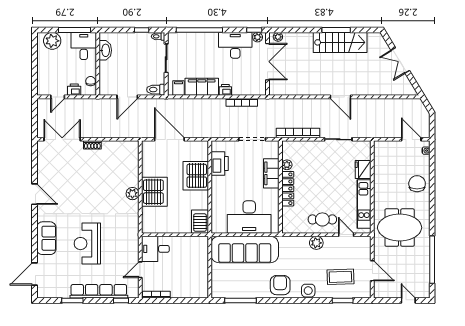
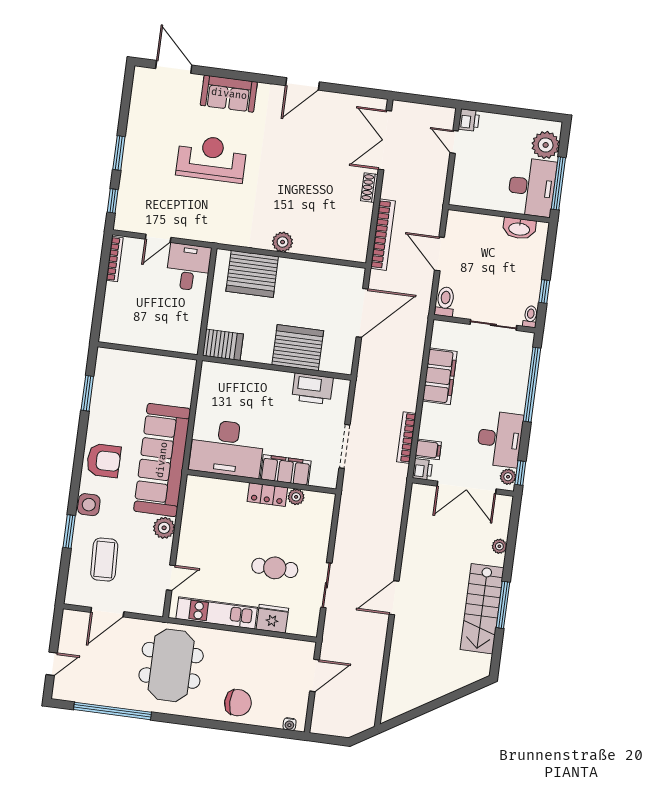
plant: (278, 37) -> (499, 546), moved
desk: (84, 46) -> (532, 187), width x1.37
double door: (400, 60) -> (440, 702), removed
chair: (91, 81) -> (473, 198), removed
filing cabinet: (179, 88) -> (428, 449), moved
printer: (74, 90) -> (469, 120), moved
printer: (225, 90) -> (422, 469), moved
bookcase: (298, 133) -> (383, 235), moved
double door: (62, 139) -> (385, 140), swing flipped
door: (411, 139) -> (314, 676), moved
locker: (288, 189) -> (267, 495), width x0.66
server rack: (154, 192) -> (252, 274), moved
desk: (249, 217) -> (227, 448), moved, turned -90
cafe table: (322, 219) -> (275, 568), moved, turned 90
sofa: (245, 249) -> (162, 460), moved
door: (140, 270) -> (158, 238), swing flipped
row of seats: (99, 291) -> (132, 167), removed
window: (72, 300) -> (119, 153), moved
window: (240, 300) -> (87, 393), width x0.69
window: (343, 300) -> (69, 531), moved

